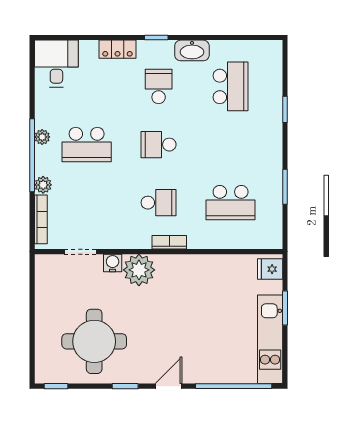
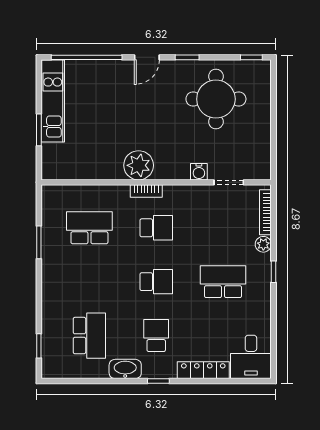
locker: (117, 49) -> (203, 370), width x1.53
school desk: (159, 86) -> (156, 336), turned 180
school desk: (231, 86) -> (89, 336), turned 180
window: (285, 109) -> (39, 346), moved
plant: (42, 137) -> (264, 289), removed
window: (32, 155) -> (274, 272), width x0.32
school desk: (159, 203) -> (156, 228), turned 180
fridge: (270, 269) -> (53, 166), removed
plant: (139, 270) -> (139, 165), moved

